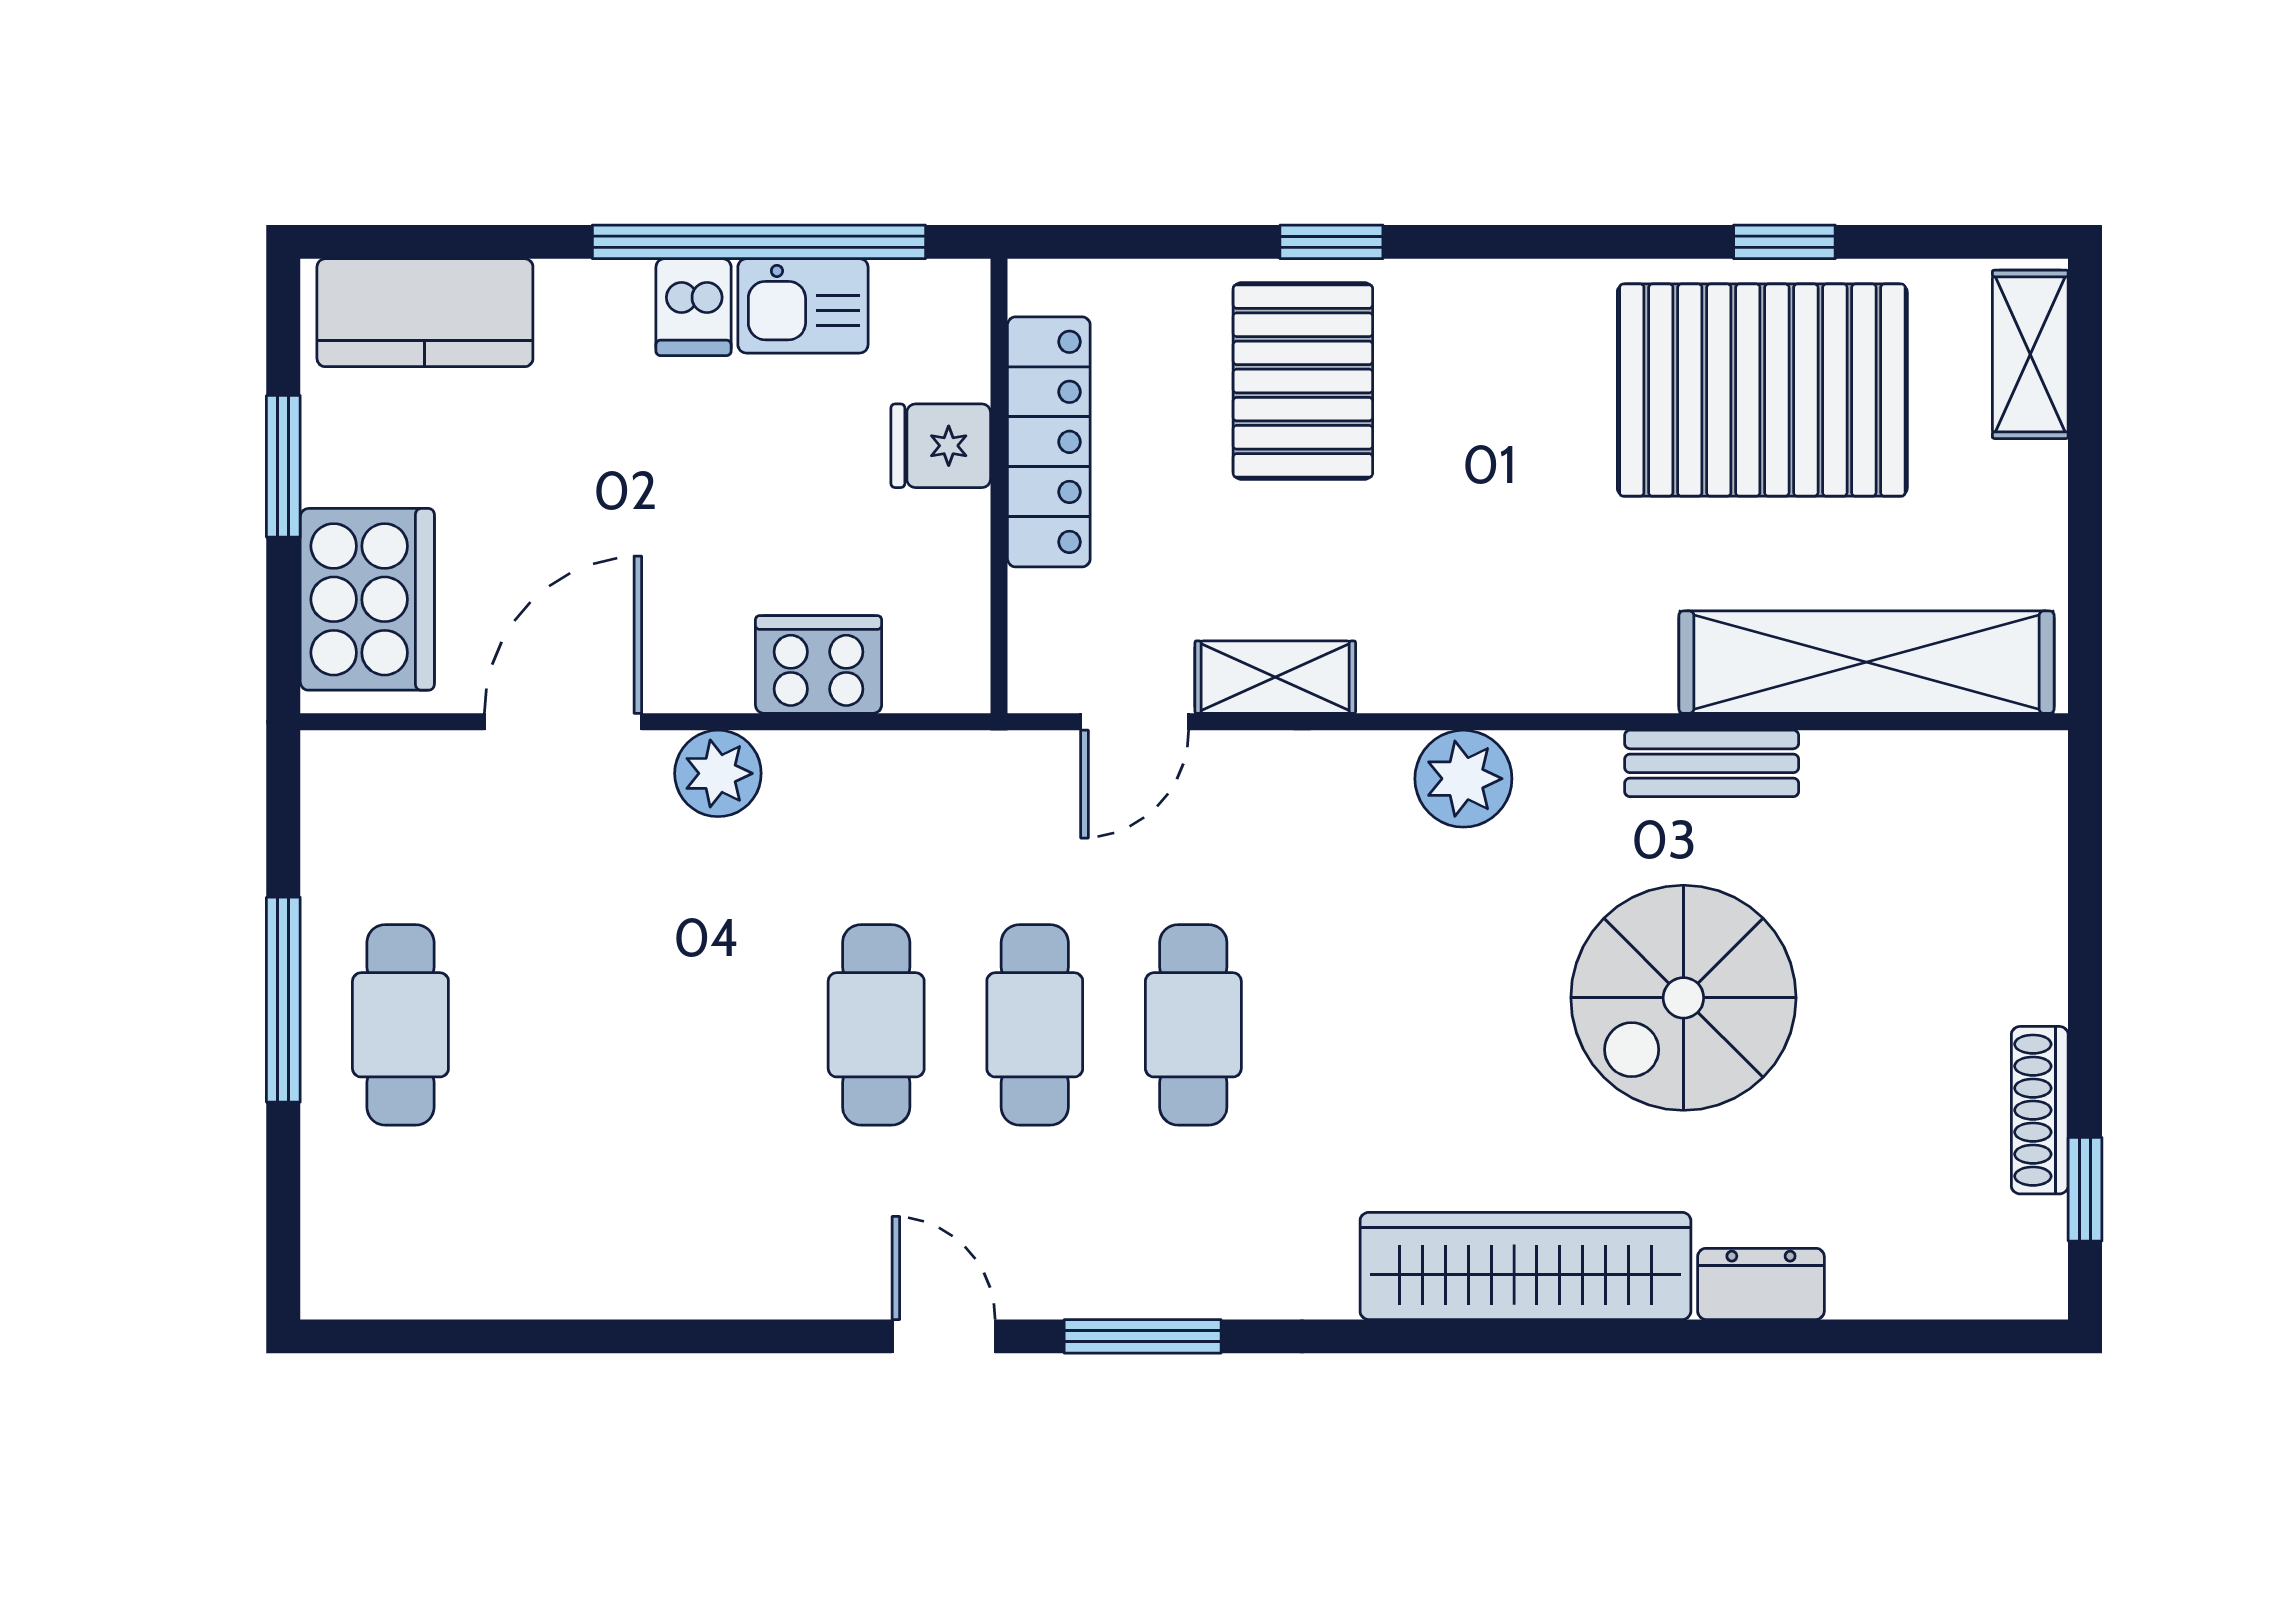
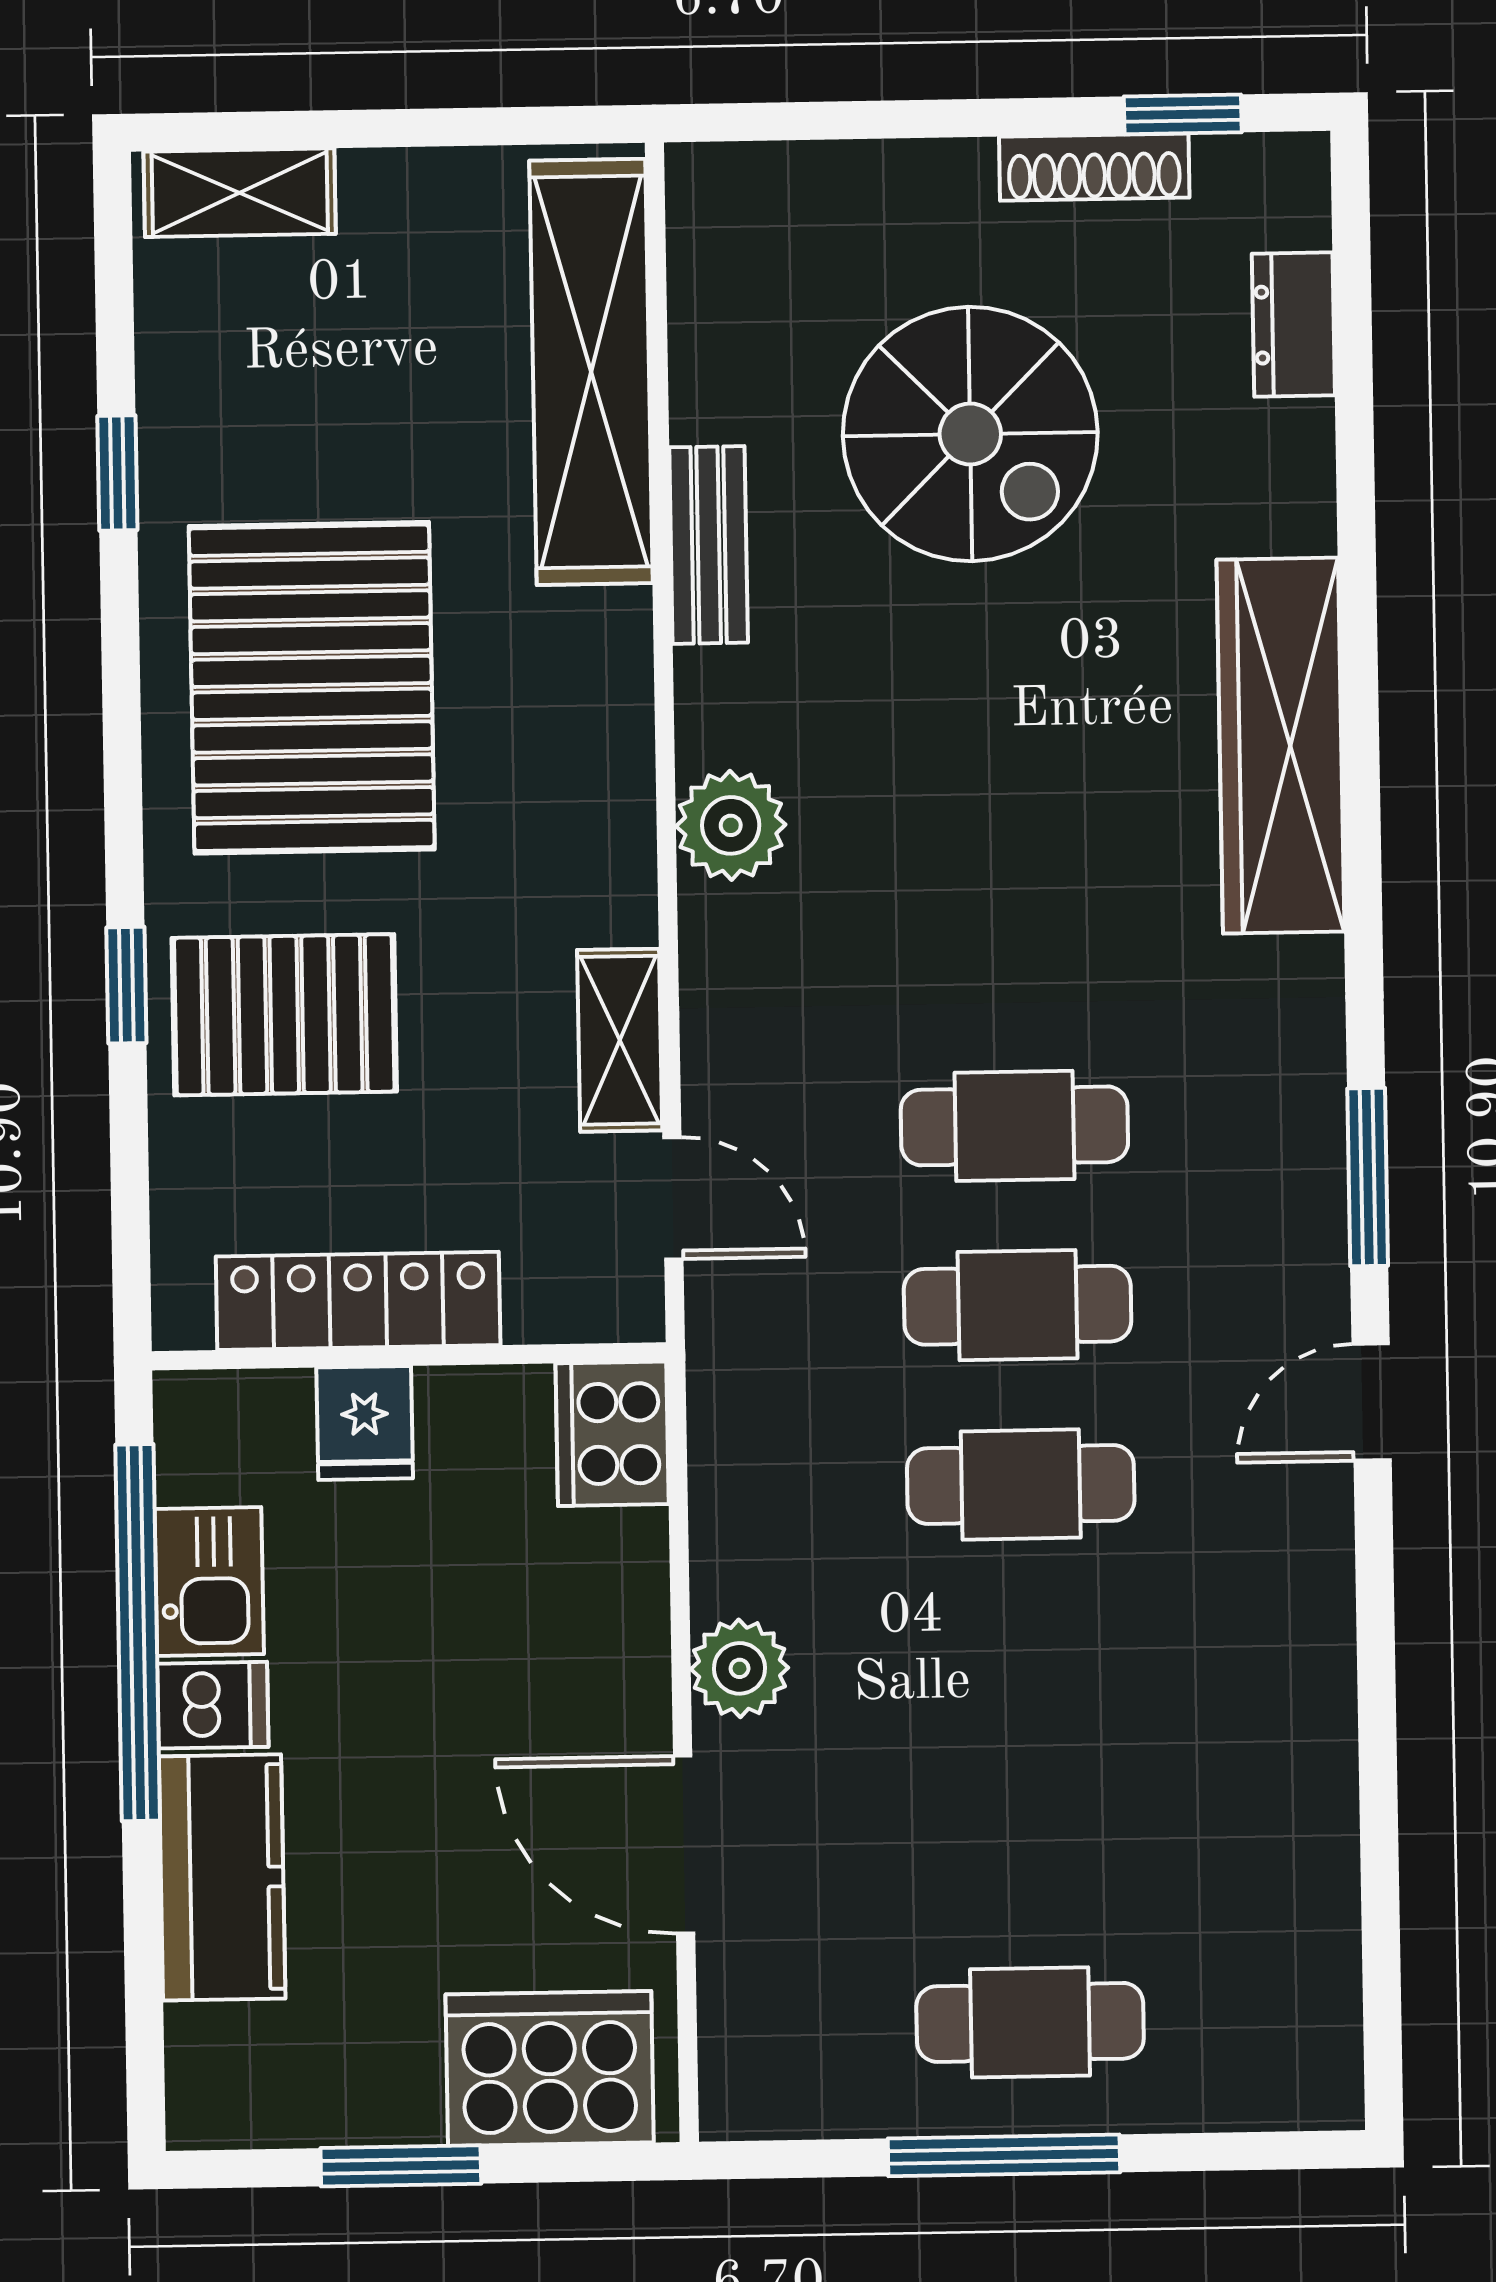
kitchen counter: (425, 313) -> (222, 1877), moved
pallet: (1762, 390) -> (312, 688), moved
cooker: (819, 664) -> (612, 1434), moved
spiral stairs: (1683, 998) -> (970, 434), moved
dresser: (1761, 1284) -> (1293, 325), moved

